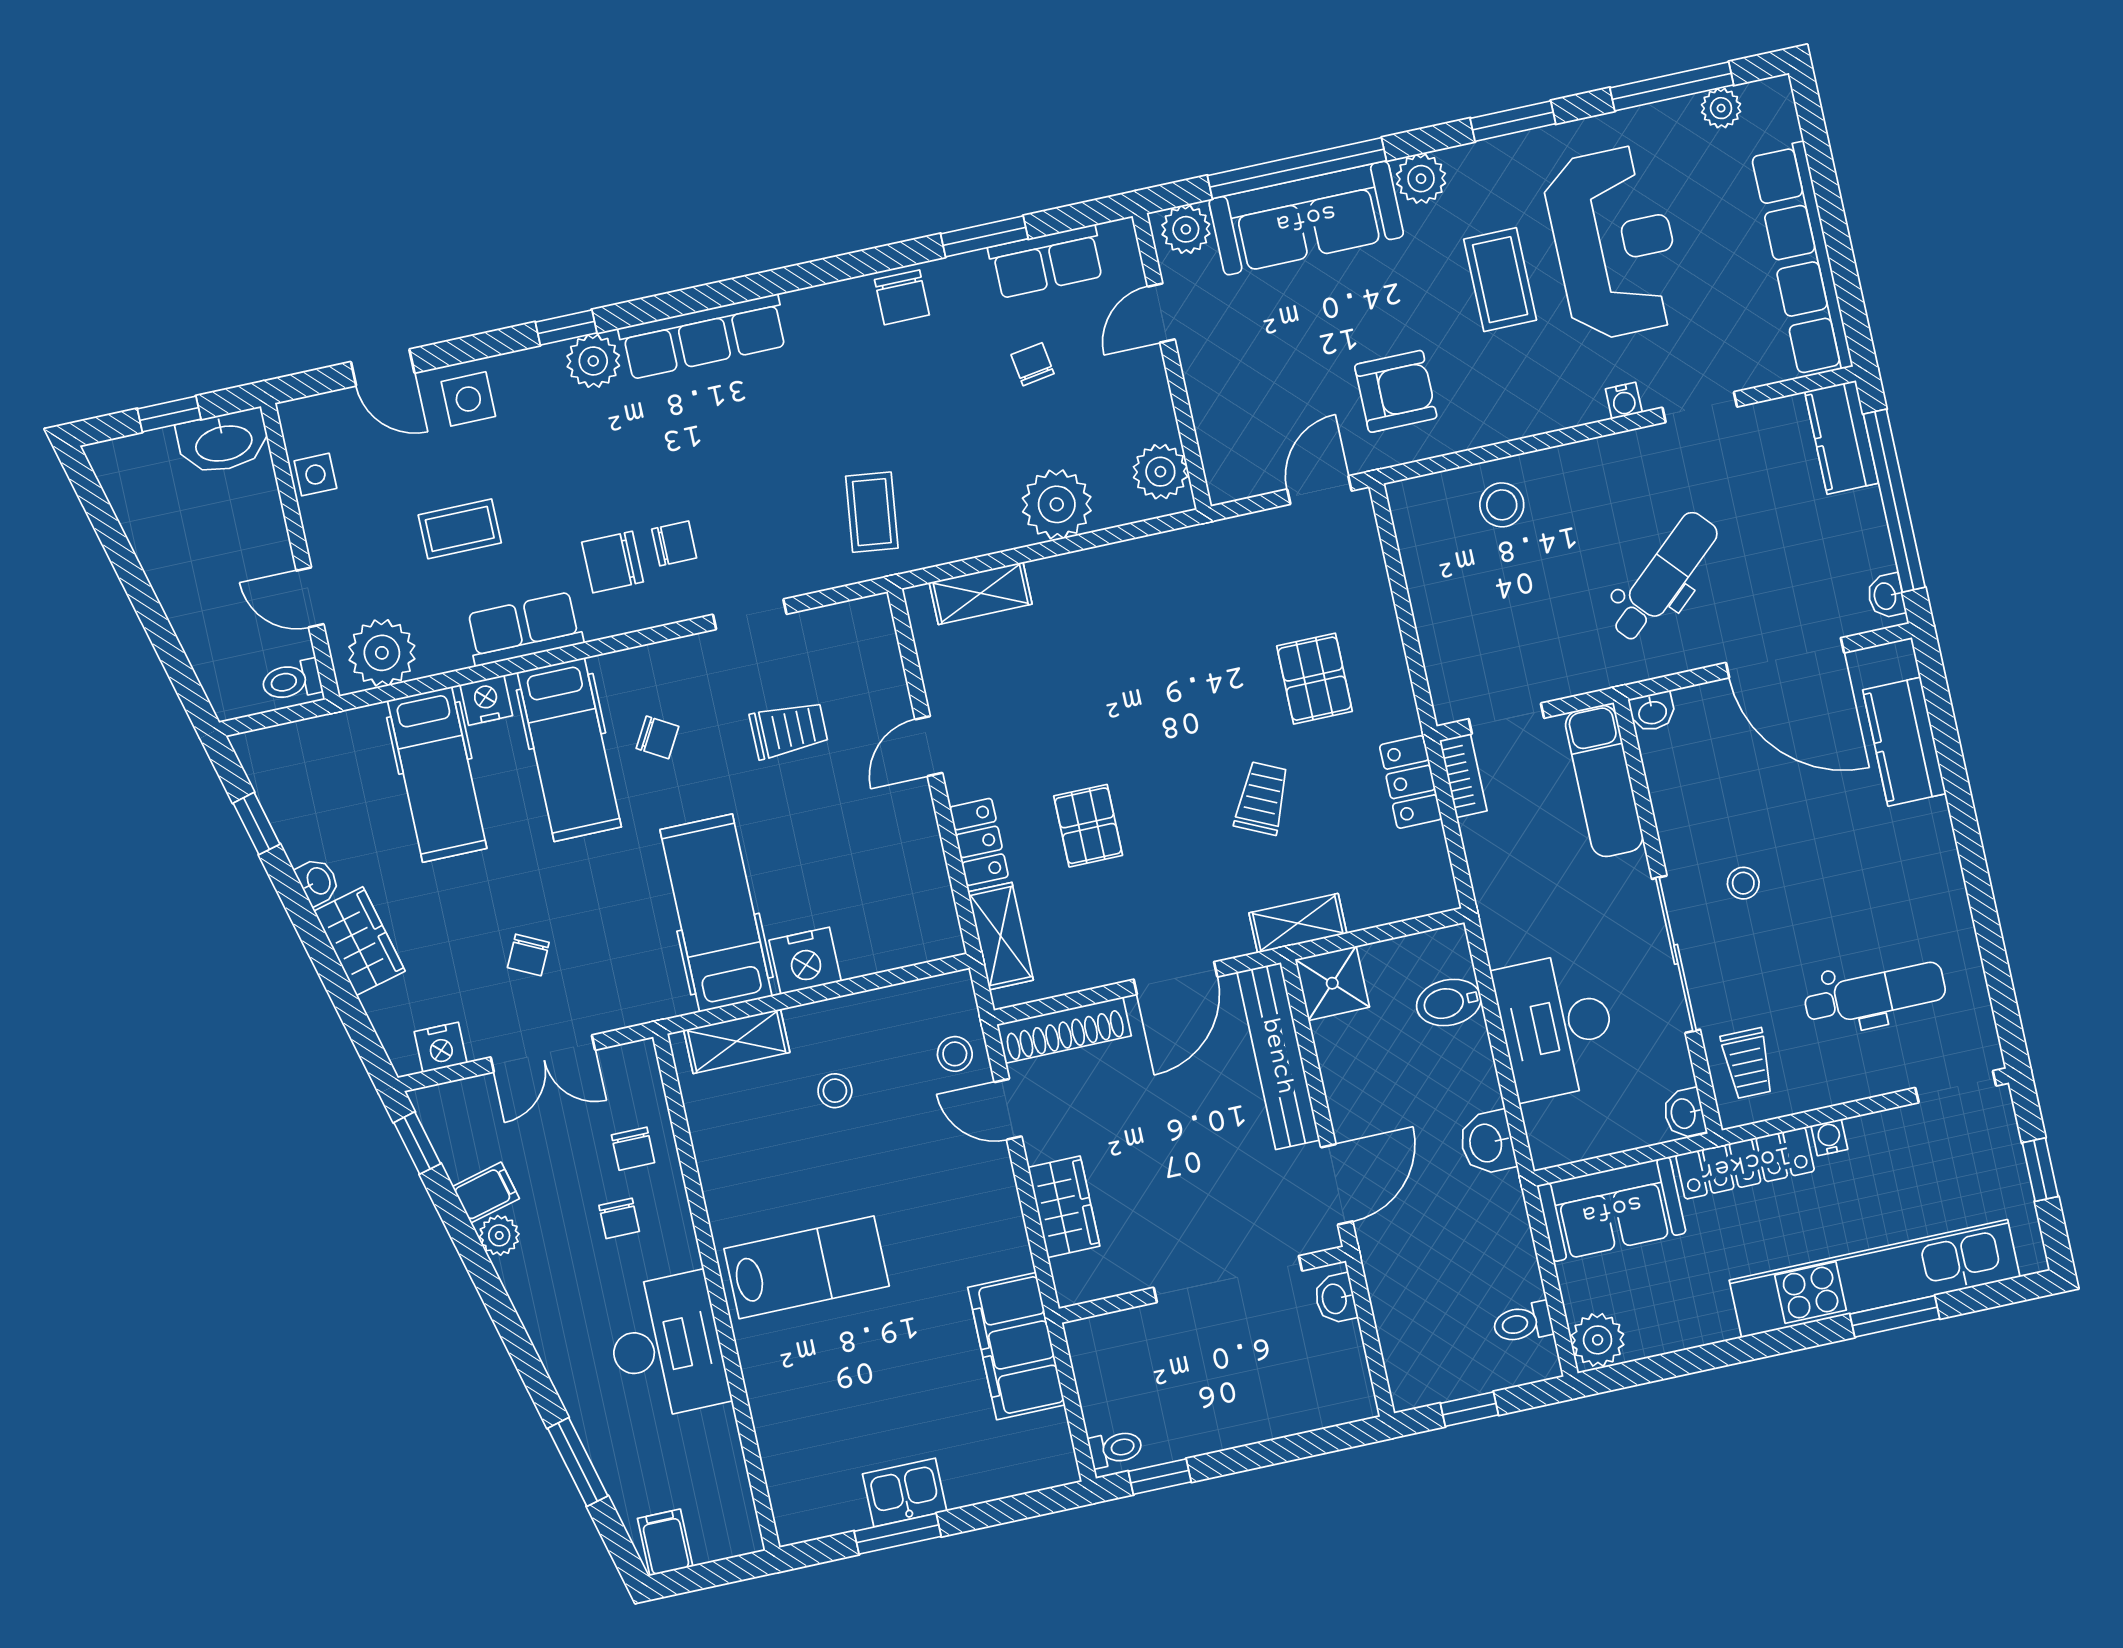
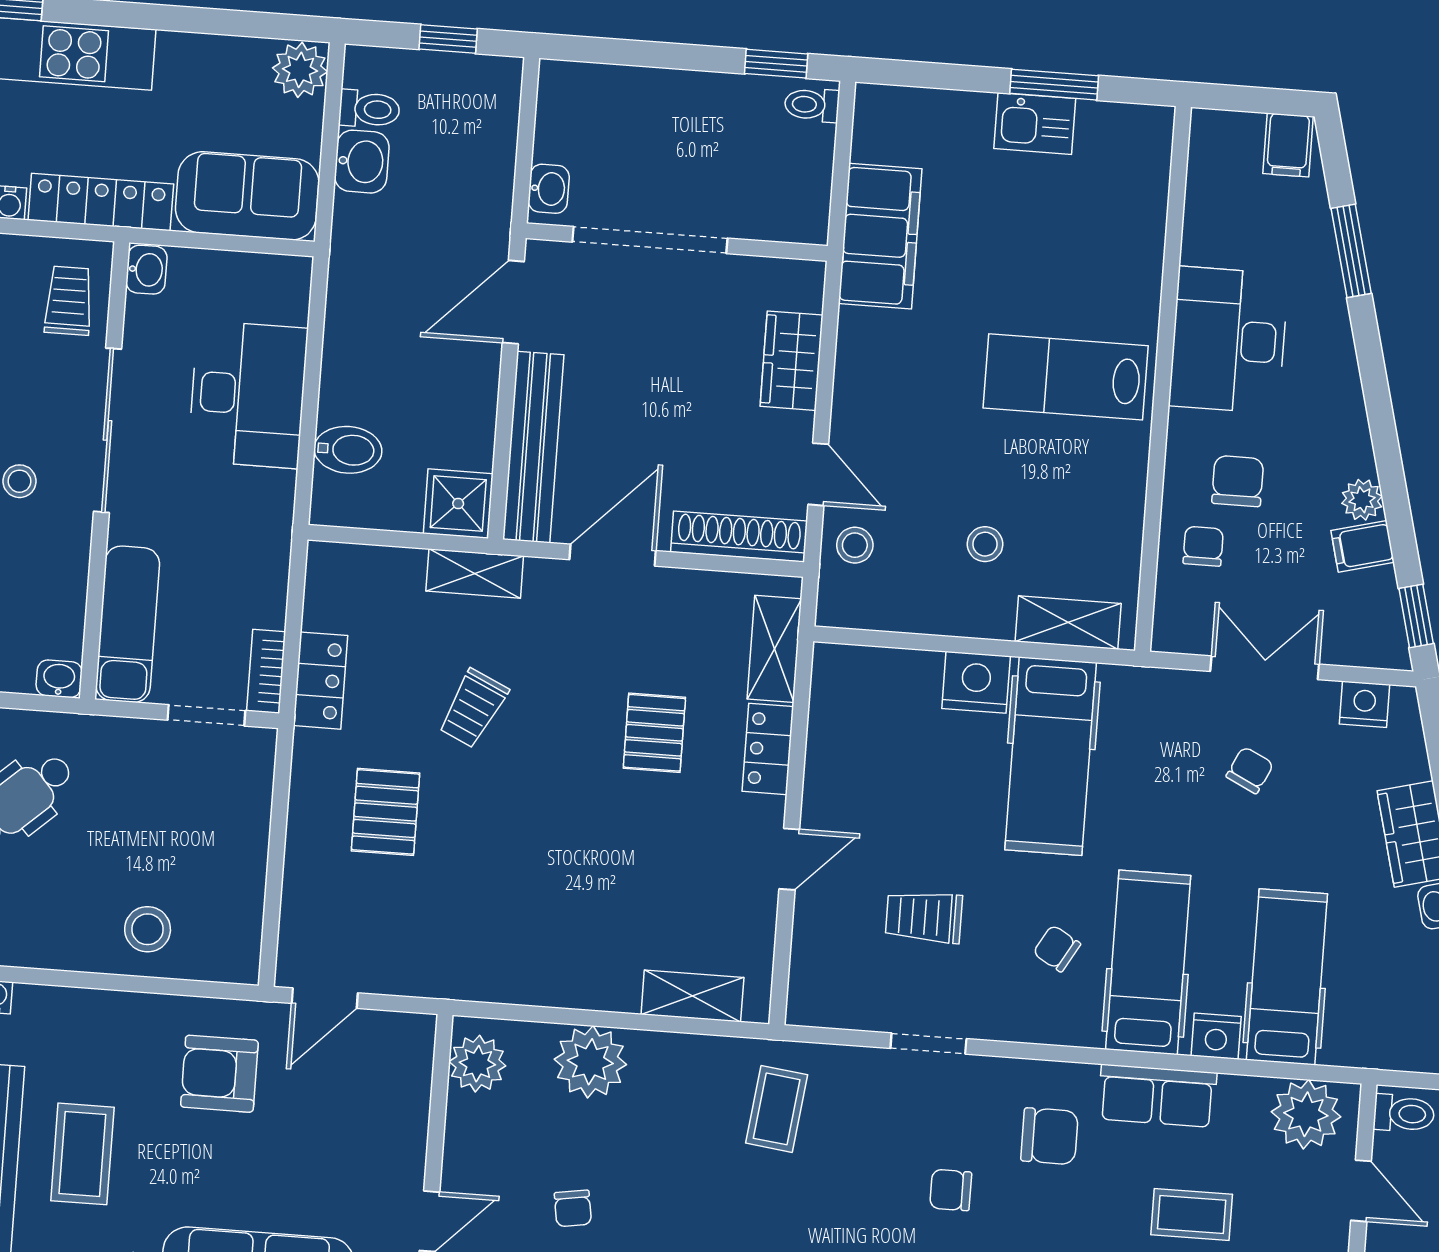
chair: (674, 543) -> (951, 1190), moved
washbasin: (1487, 1143) -> (362, 162), moved
chair: (619, 1218) -> (1238, 481), width x1.37, depth x1.37

